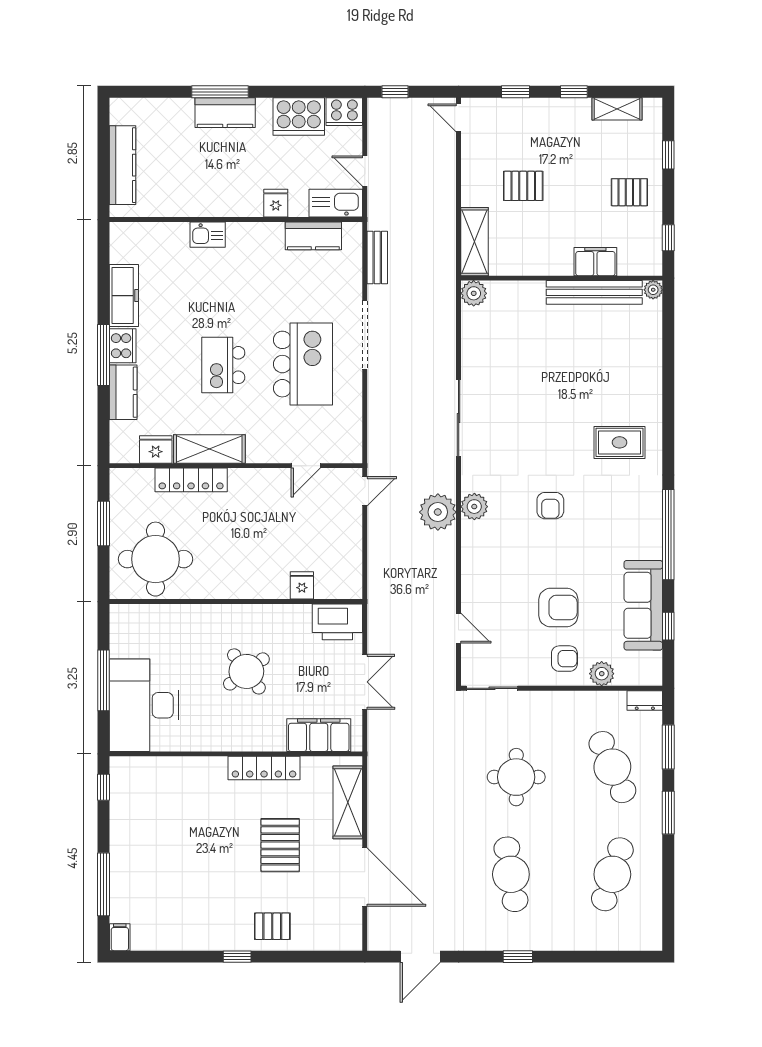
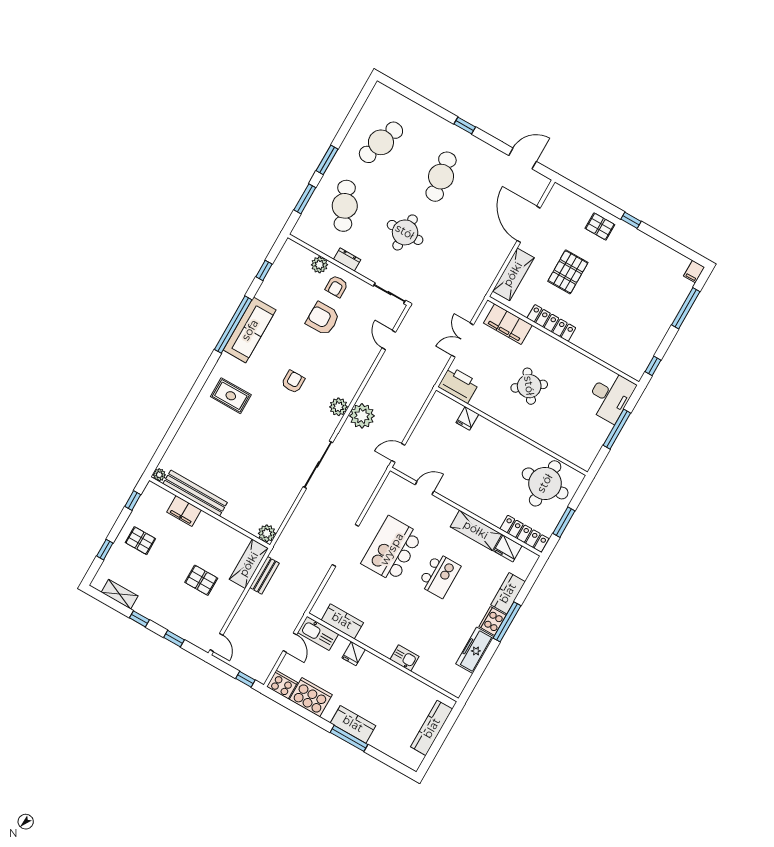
bench: (377, 257) -> (264, 575), moved
locker: (191, 480) -> (524, 534), moved
sofa: (643, 605) -> (250, 330), moved
armchair: (564, 659) -> (336, 286), turned -90
dresser: (645, 701) -> (347, 259), moved
desk: (144, 705) -> (610, 396), width x0.73, depth x0.77

